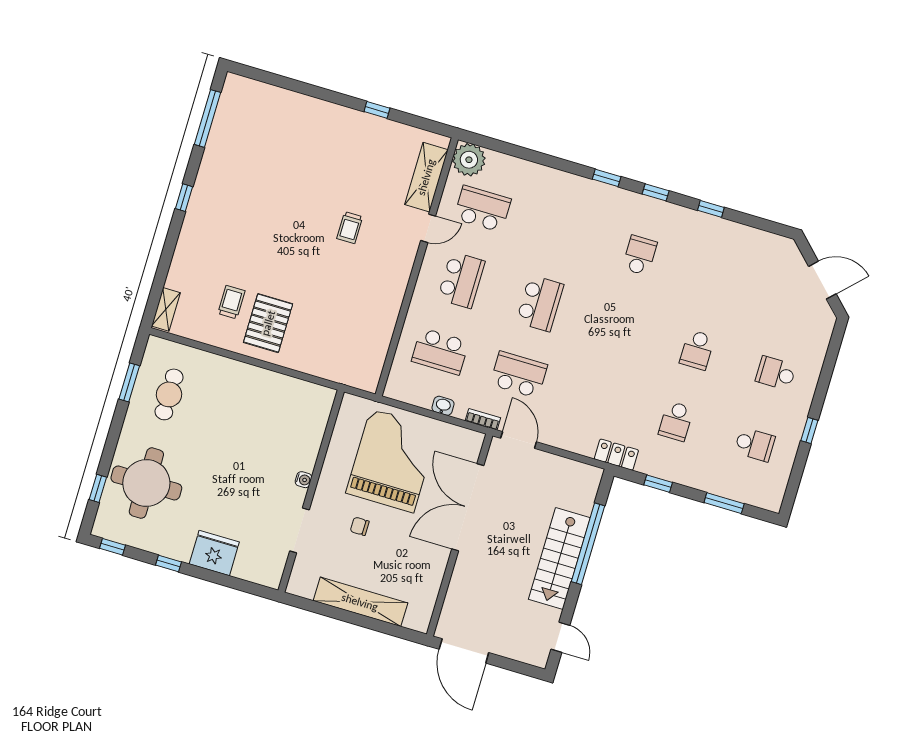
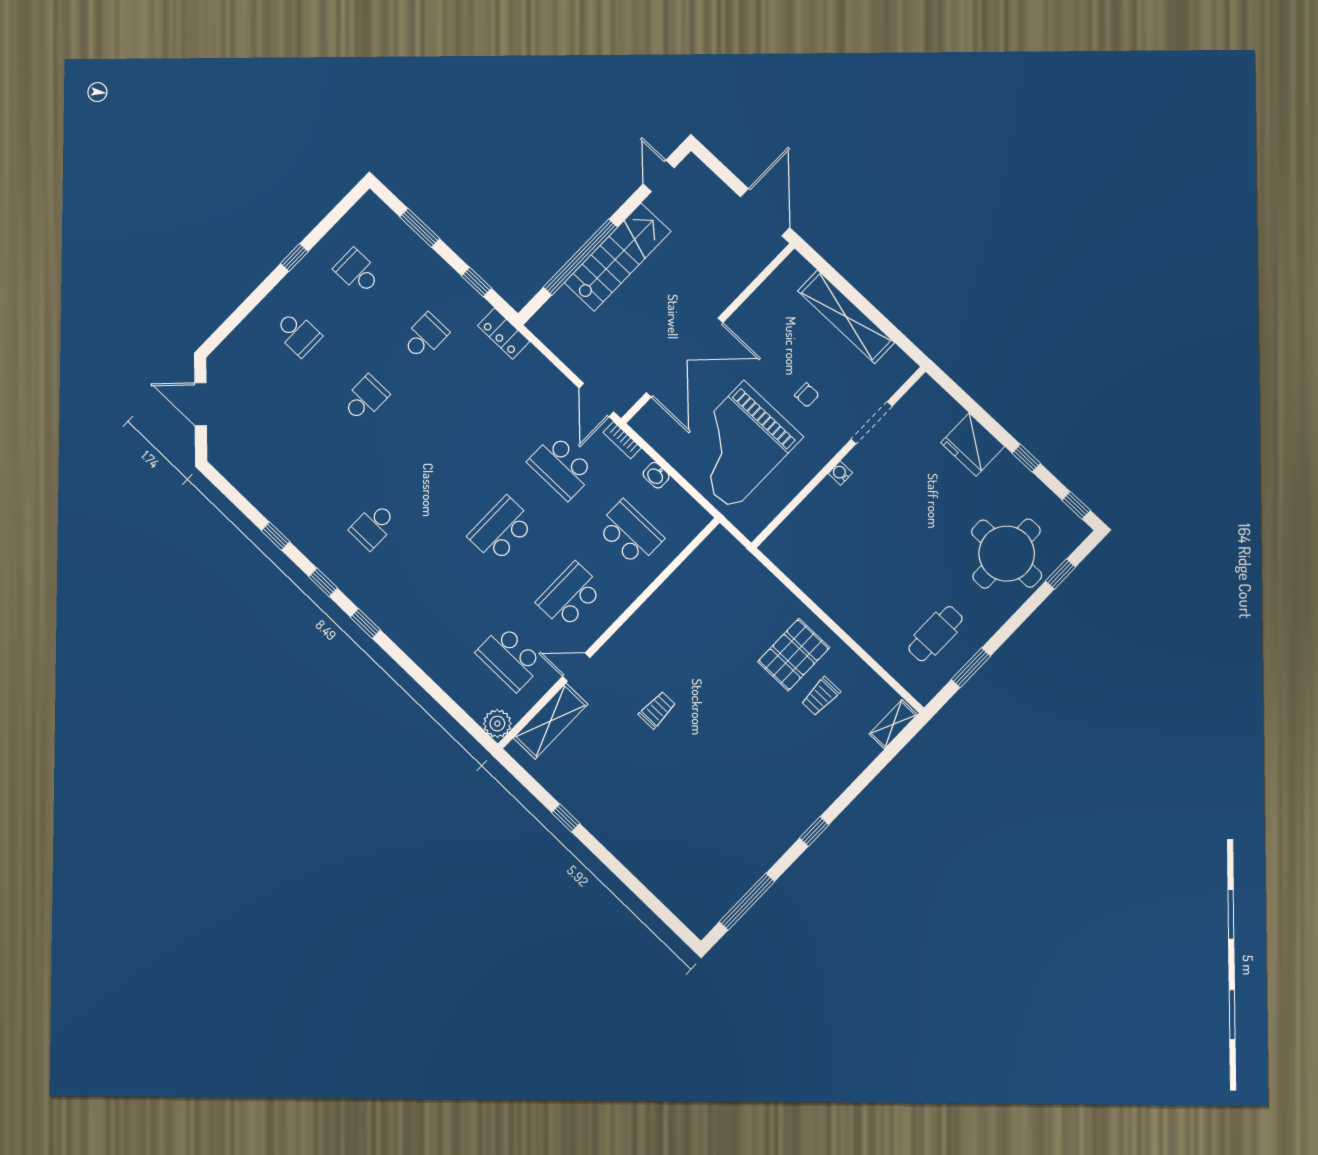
plant: (469, 160) -> (497, 724), width x0.73, depth x0.73

